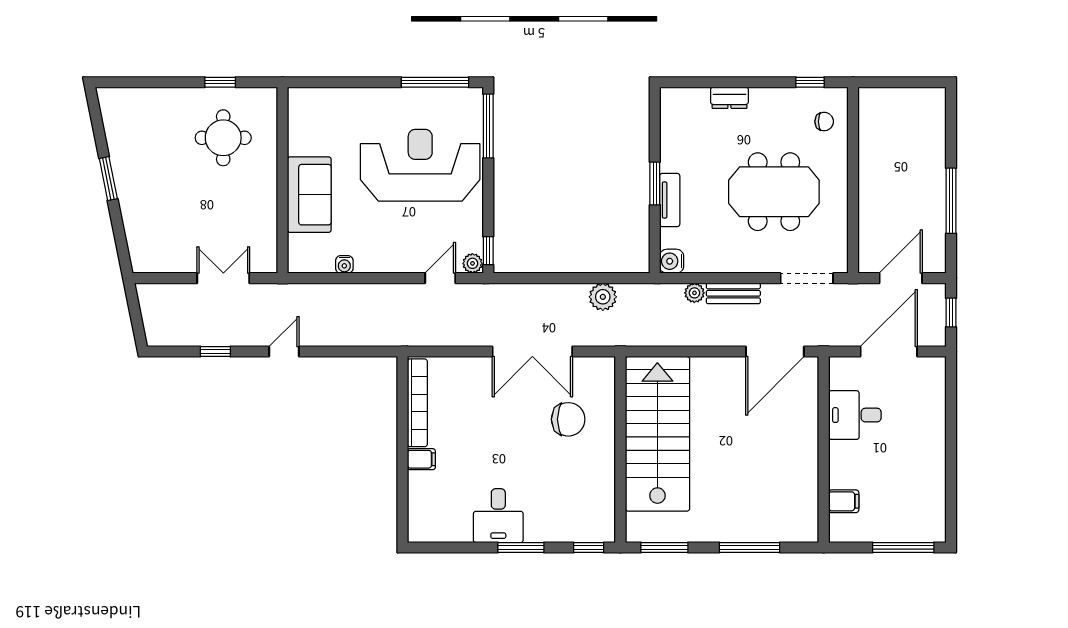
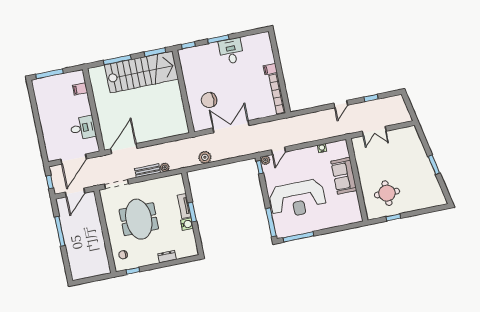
meeting table: (774, 192) -> (139, 219), turned 90
water cooler: (672, 261) -> (187, 224), moved
stairs: (657, 434) -> (141, 72), moved, turned -90

